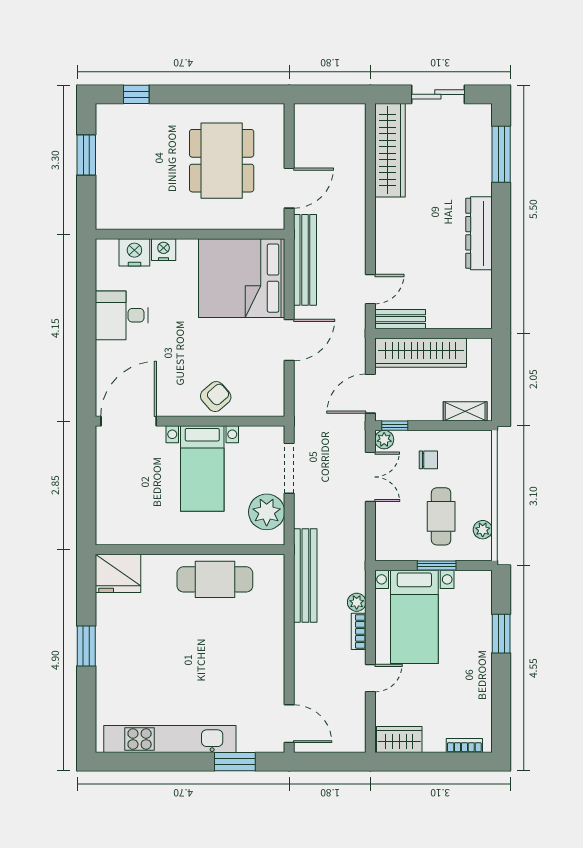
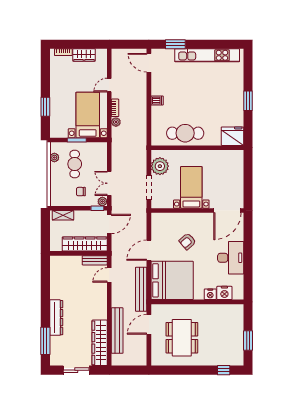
dresser: (479, 233) -> (56, 318), moved
desk: (122, 315) -> (231, 258), width x1.37
armchair: (216, 397) -> (187, 241), moved
bench: (305, 576) -> (117, 331), moved
dishwasher: (272, 646) -> (157, 101), added
wardrobe: (399, 739) -> (84, 55), moved

